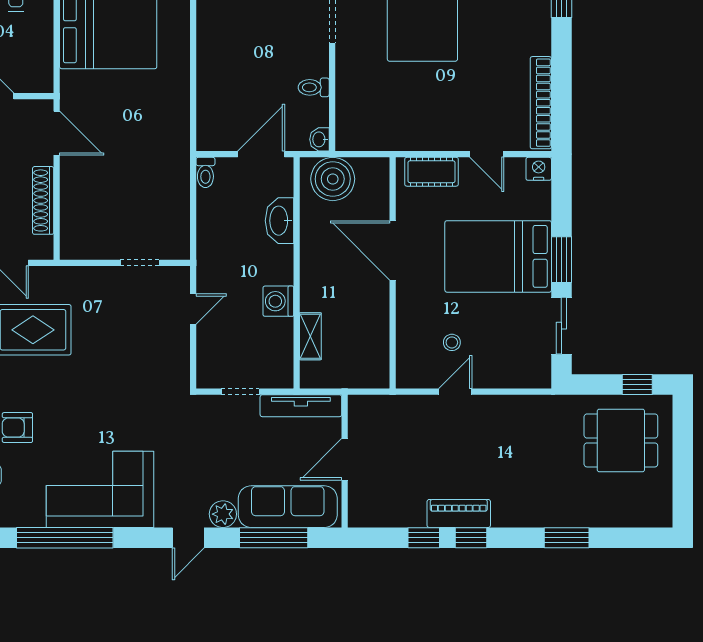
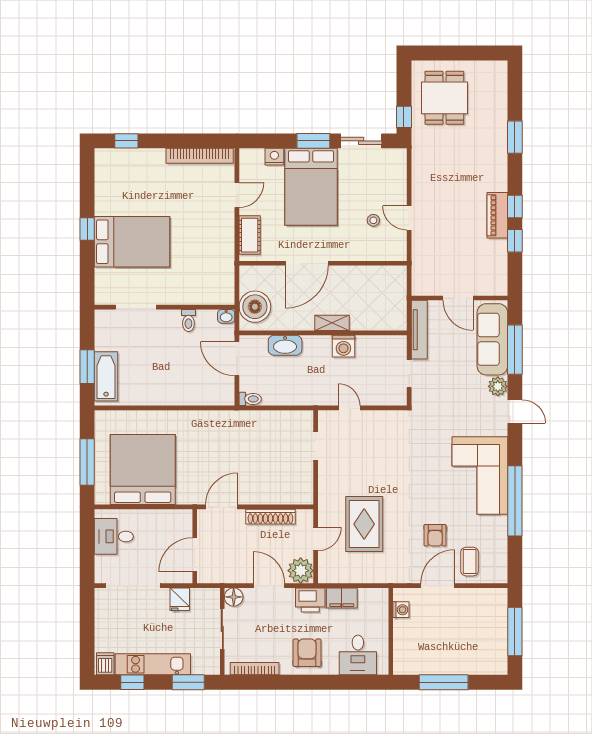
nightstand: (539, 169) -> (274, 157), moved, turned 90
shelving: (310, 336) -> (332, 323), moved
window: (637, 385) -> (404, 117), moved

